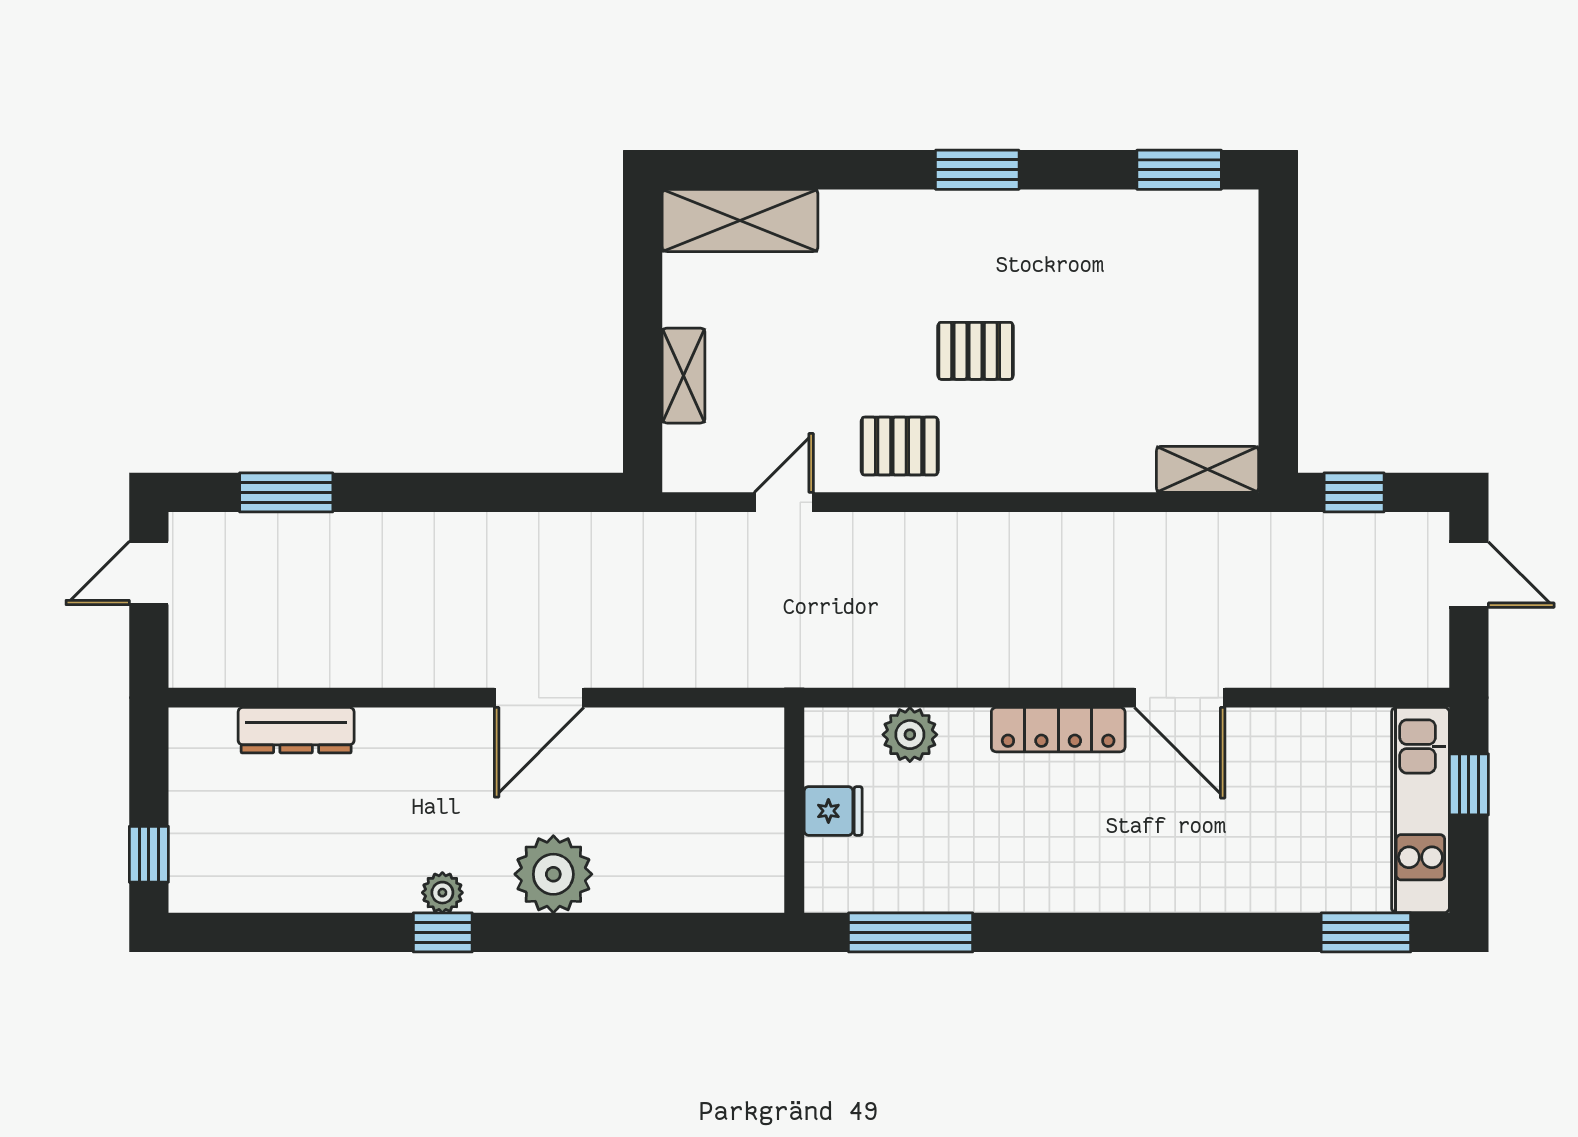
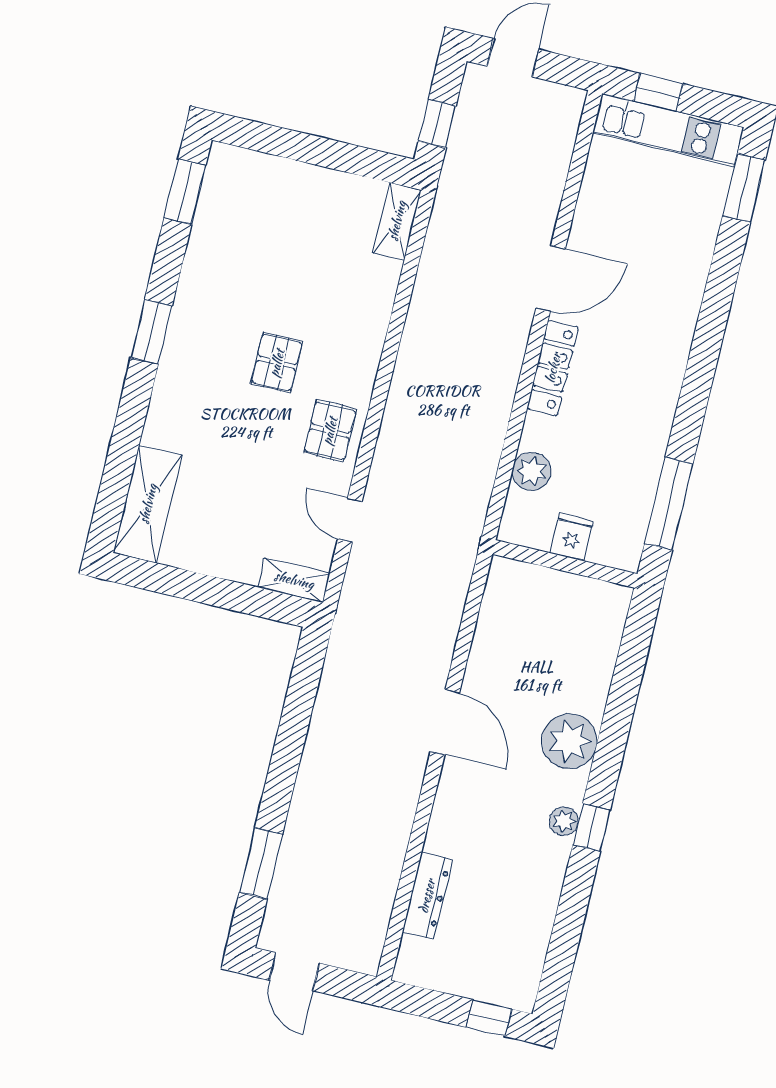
shelving: (684, 376) -> (294, 580), moved

